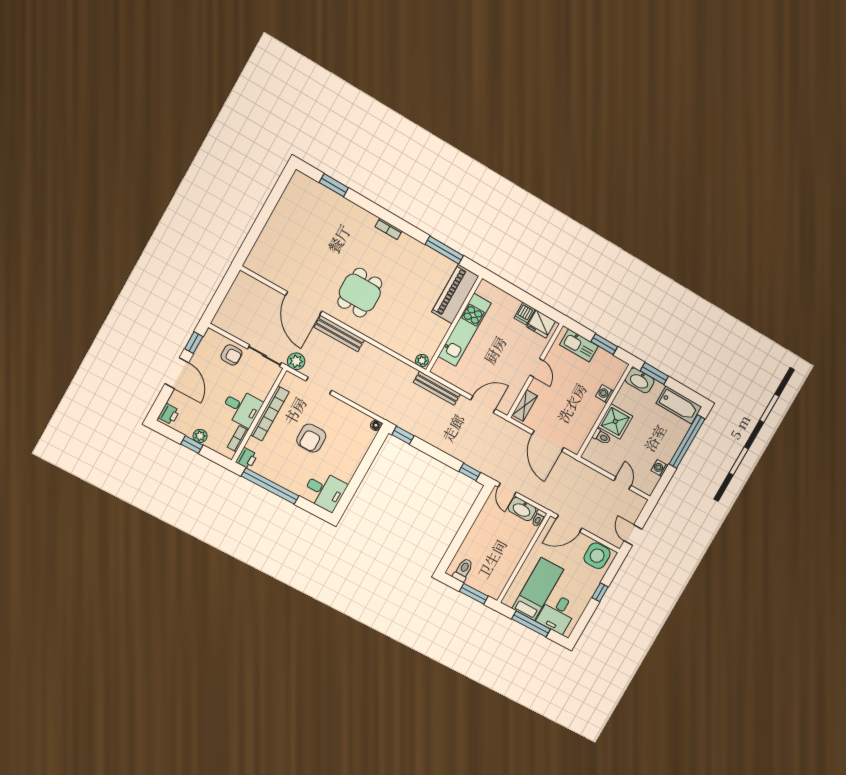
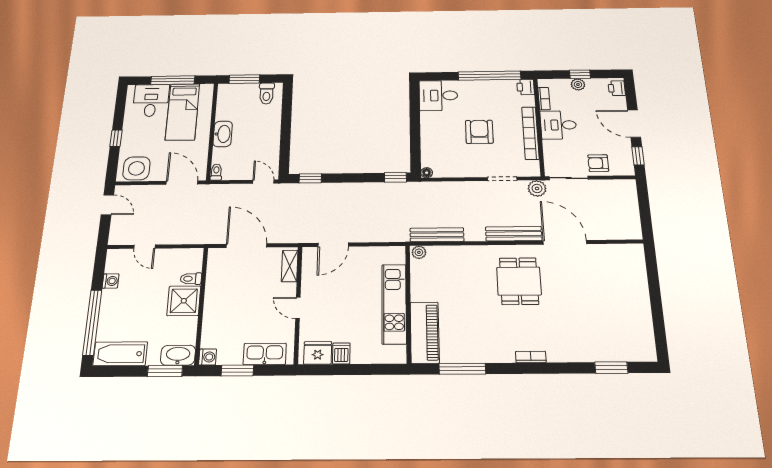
bench: (437, 388) -> (437, 235), moved
washing machine: (605, 394) -> (208, 357), moved
washbasin: (522, 509) -> (223, 134), moved, turned 90
door: (569, 523) -> (182, 183), hinge flipped

